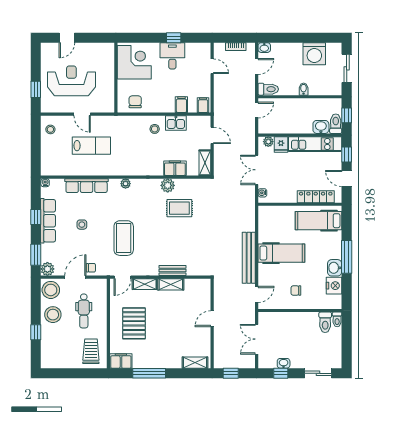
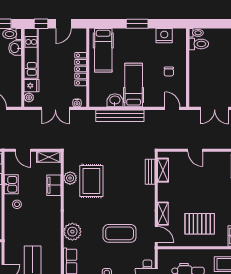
door: (212, 135) -> (23, 150), swing flipped
plant: (126, 184) -> (72, 232), width x1.87, depth x1.87
plant: (168, 185) -> (70, 178), moved
locker: (316, 197) -> (81, 69), moved
rug: (179, 208) -> (91, 181), width x1.36, depth x1.43
window: (347, 257) -> (137, 24), width x0.69
bench: (249, 258) -> (120, 116), moved
washbasin: (335, 268) -> (115, 100), moved, turned 180
bench: (172, 271) -> (150, 172), moved
shelving: (171, 284) -> (163, 170), moved

